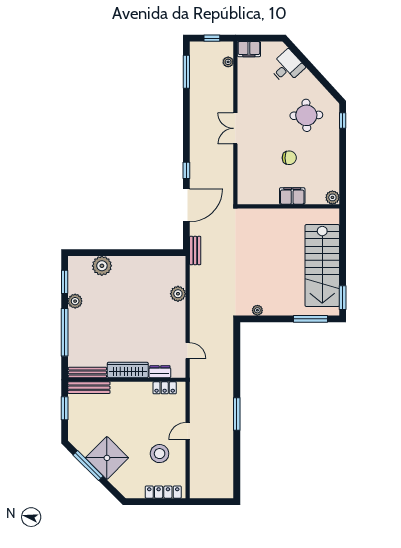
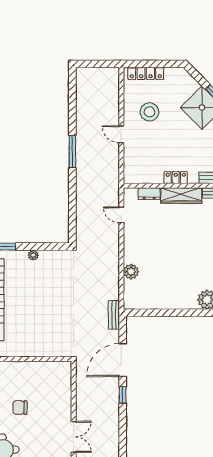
filing cabinet: (292, 196) -> (17, 369), removed
plant: (257, 310) -> (33, 255), moved
locker: (165, 388) -> (176, 178), moved
door: (188, 431) -> (121, 134), swing flipped

